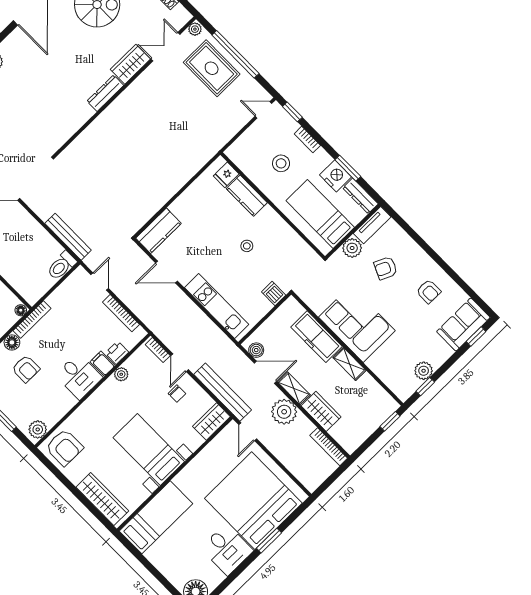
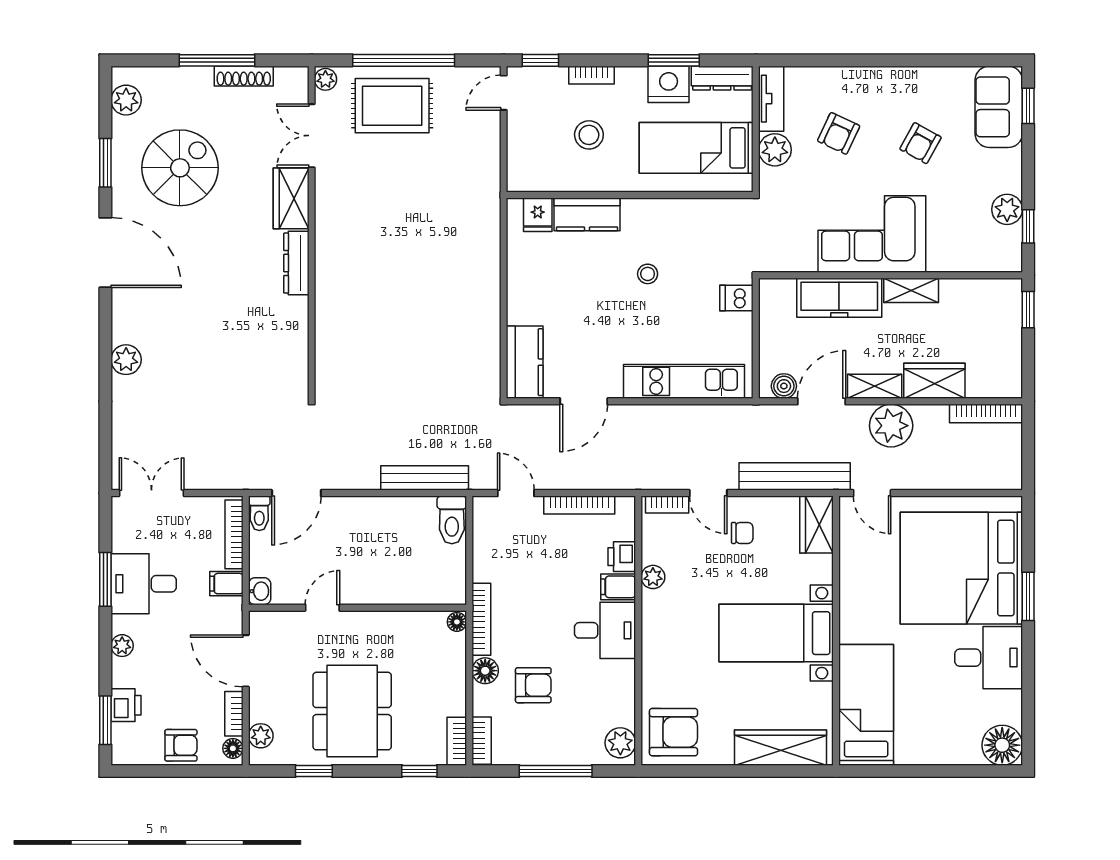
armchair: (429, 291) -> (920, 143), moved, turned 119

